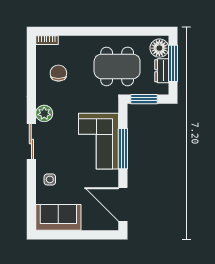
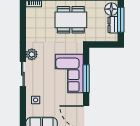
dining table: (117, 66) -> (71, 20), moved
chair: (58, 73) -> (42, 26), removed
window: (144, 99) -> (101, 44), removed

